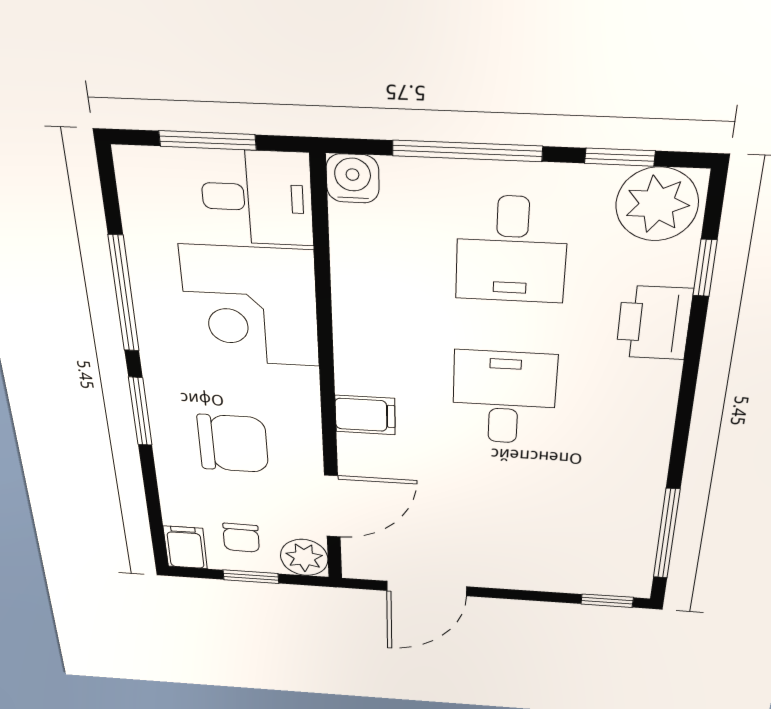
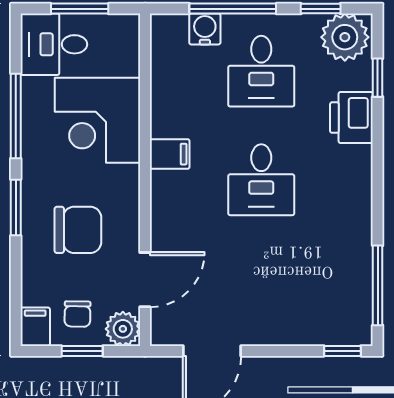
water cooler: (353, 178) -> (205, 29), moved
desk: (257, 198) -> (54, 44), moved, turned 180
desk: (504, 398) -> (261, 180), turned 180
filing cabinet: (365, 415) -> (170, 154), moved

